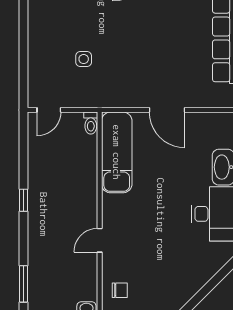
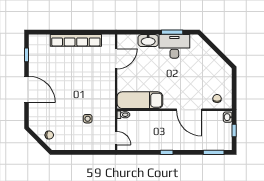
door: (167, 110) -> (116, 59), moved
door: (100, 240) -> (189, 110), width x1.87

